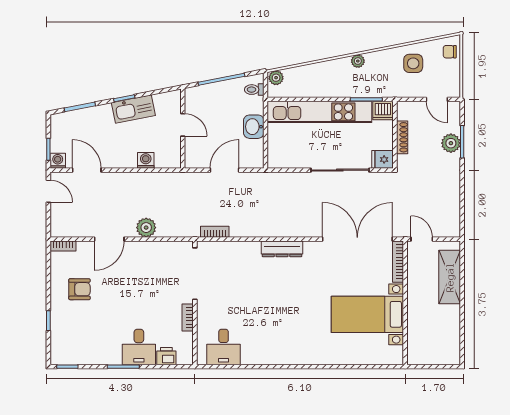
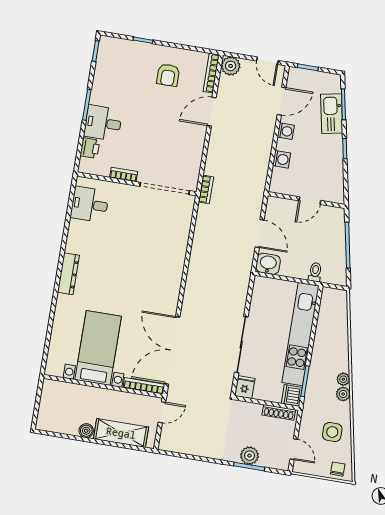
plant: (276, 78) -> (343, 394), moved
toilet: (254, 90) -> (315, 272), moved
door: (437, 99) -> (294, 449), swing flipped
kitchen sink: (133, 109) -> (332, 114), moved
washbasin: (254, 127) -> (268, 264), moved
shoe rack: (402, 137) -> (279, 412), moved
washing machine: (58, 161) -> (286, 131), moved
door: (48, 191) -> (267, 61), hinge flipped
plant: (146, 228) -> (231, 66), moved
bookcase: (215, 232) -> (206, 189), moved
door: (109, 239) -> (212, 112), hinge flipped
double door: (357, 239) -> (172, 350), swing flipped
bookcase: (63, 246) -> (211, 73), width x1.56
dresser: (282, 249) -> (68, 274), moved, turned 180
boiler: (453, 313) -> (86, 431), added

